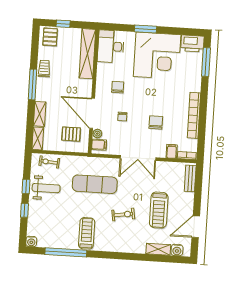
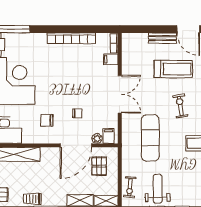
chair: (156, 122) -> (81, 78), removed
bench: (190, 178) -> (162, 38), moved

